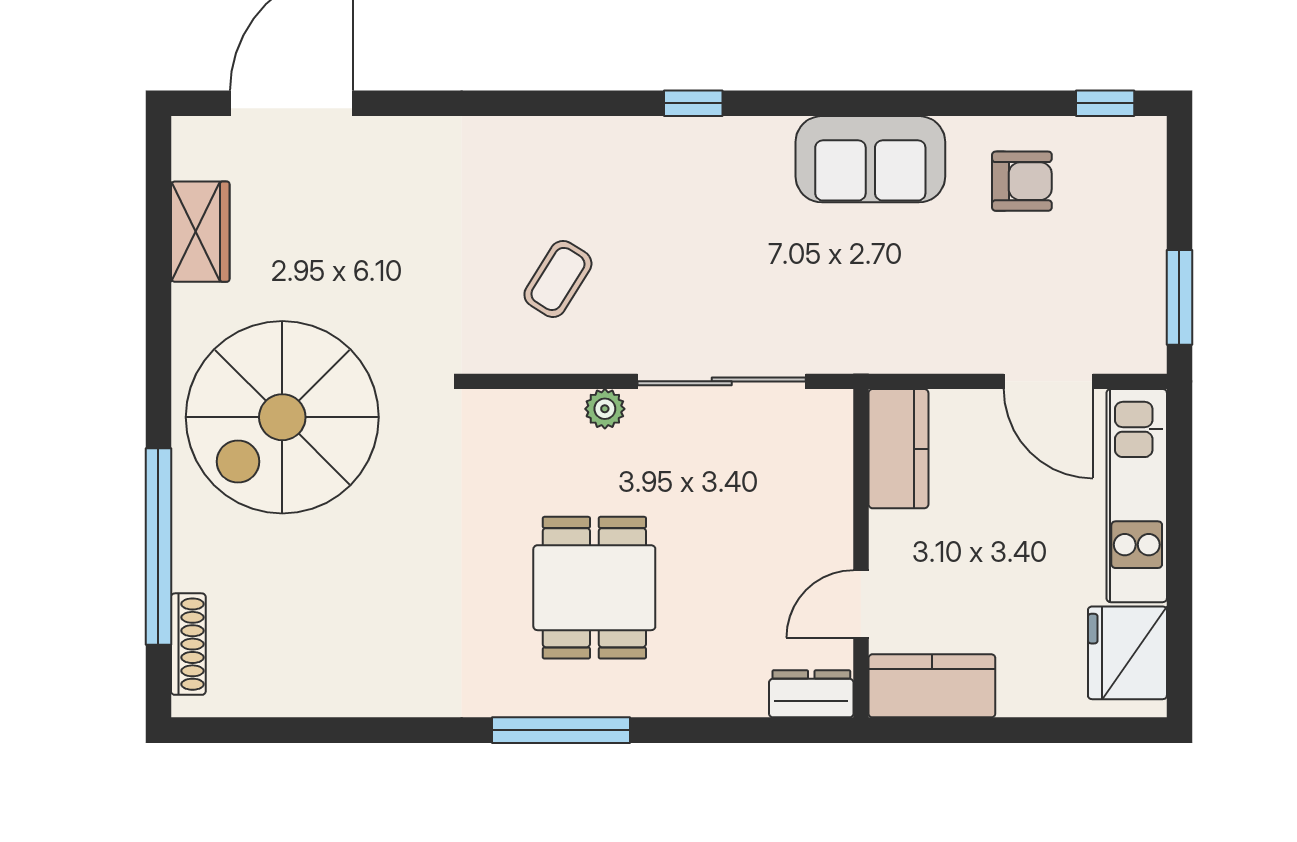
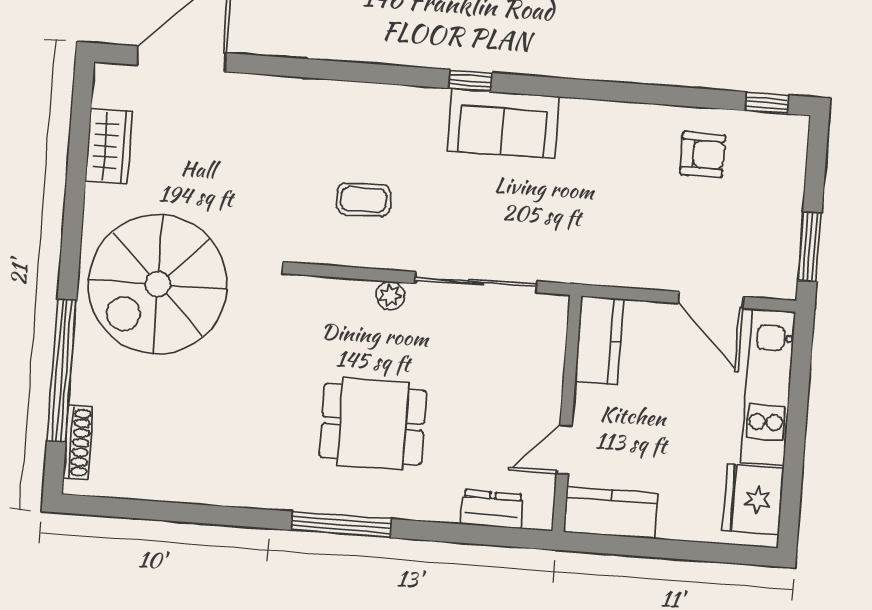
sofa: (870, 159) -> (503, 123), moved
coffee table: (558, 279) -> (364, 200), turned 57
dining table: (594, 588) -> (373, 424), turned 90
dresser: (811, 694) -> (492, 510), moved

